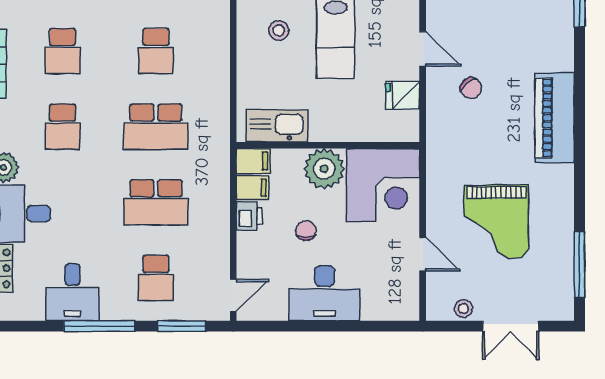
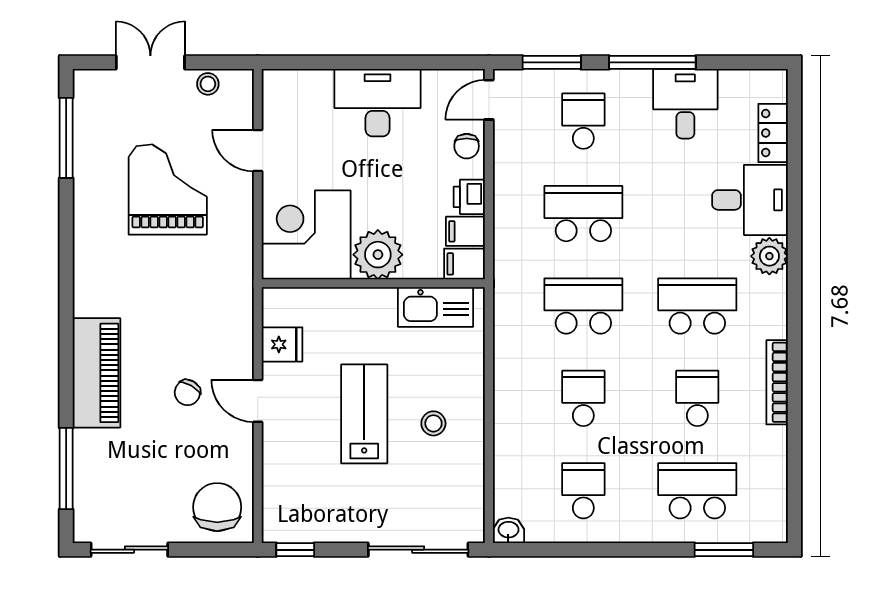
chair: (471, 88) -> (187, 393), moved, turned -109
piano: (555, 118) -> (96, 373), moved
school desk: (63, 127) -> (697, 306), width x1.85
chair: (306, 231) -> (467, 146), moved

